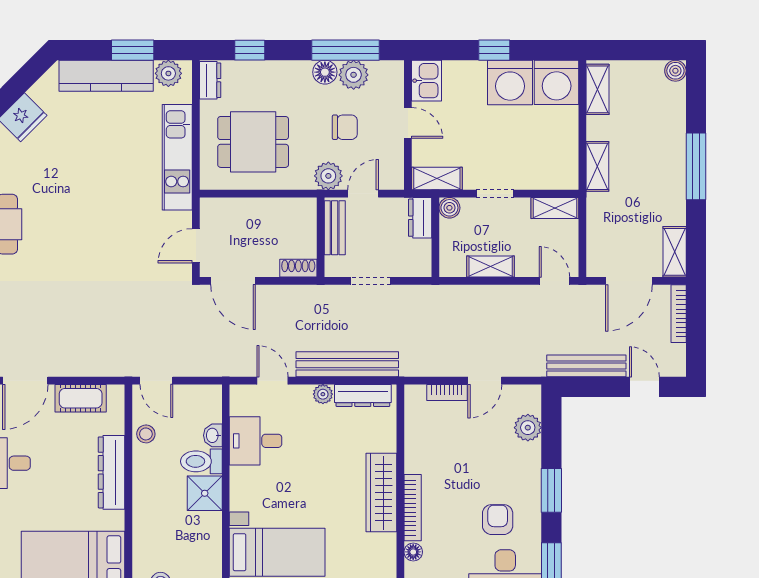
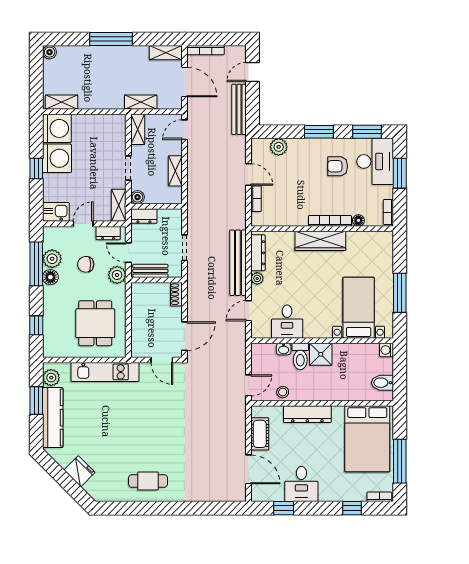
dresser: (210, 80) -> (108, 233), moved, turned 180
chair: (345, 127) -> (86, 264), turned -90
shelving: (597, 166) -> (141, 102), moved

